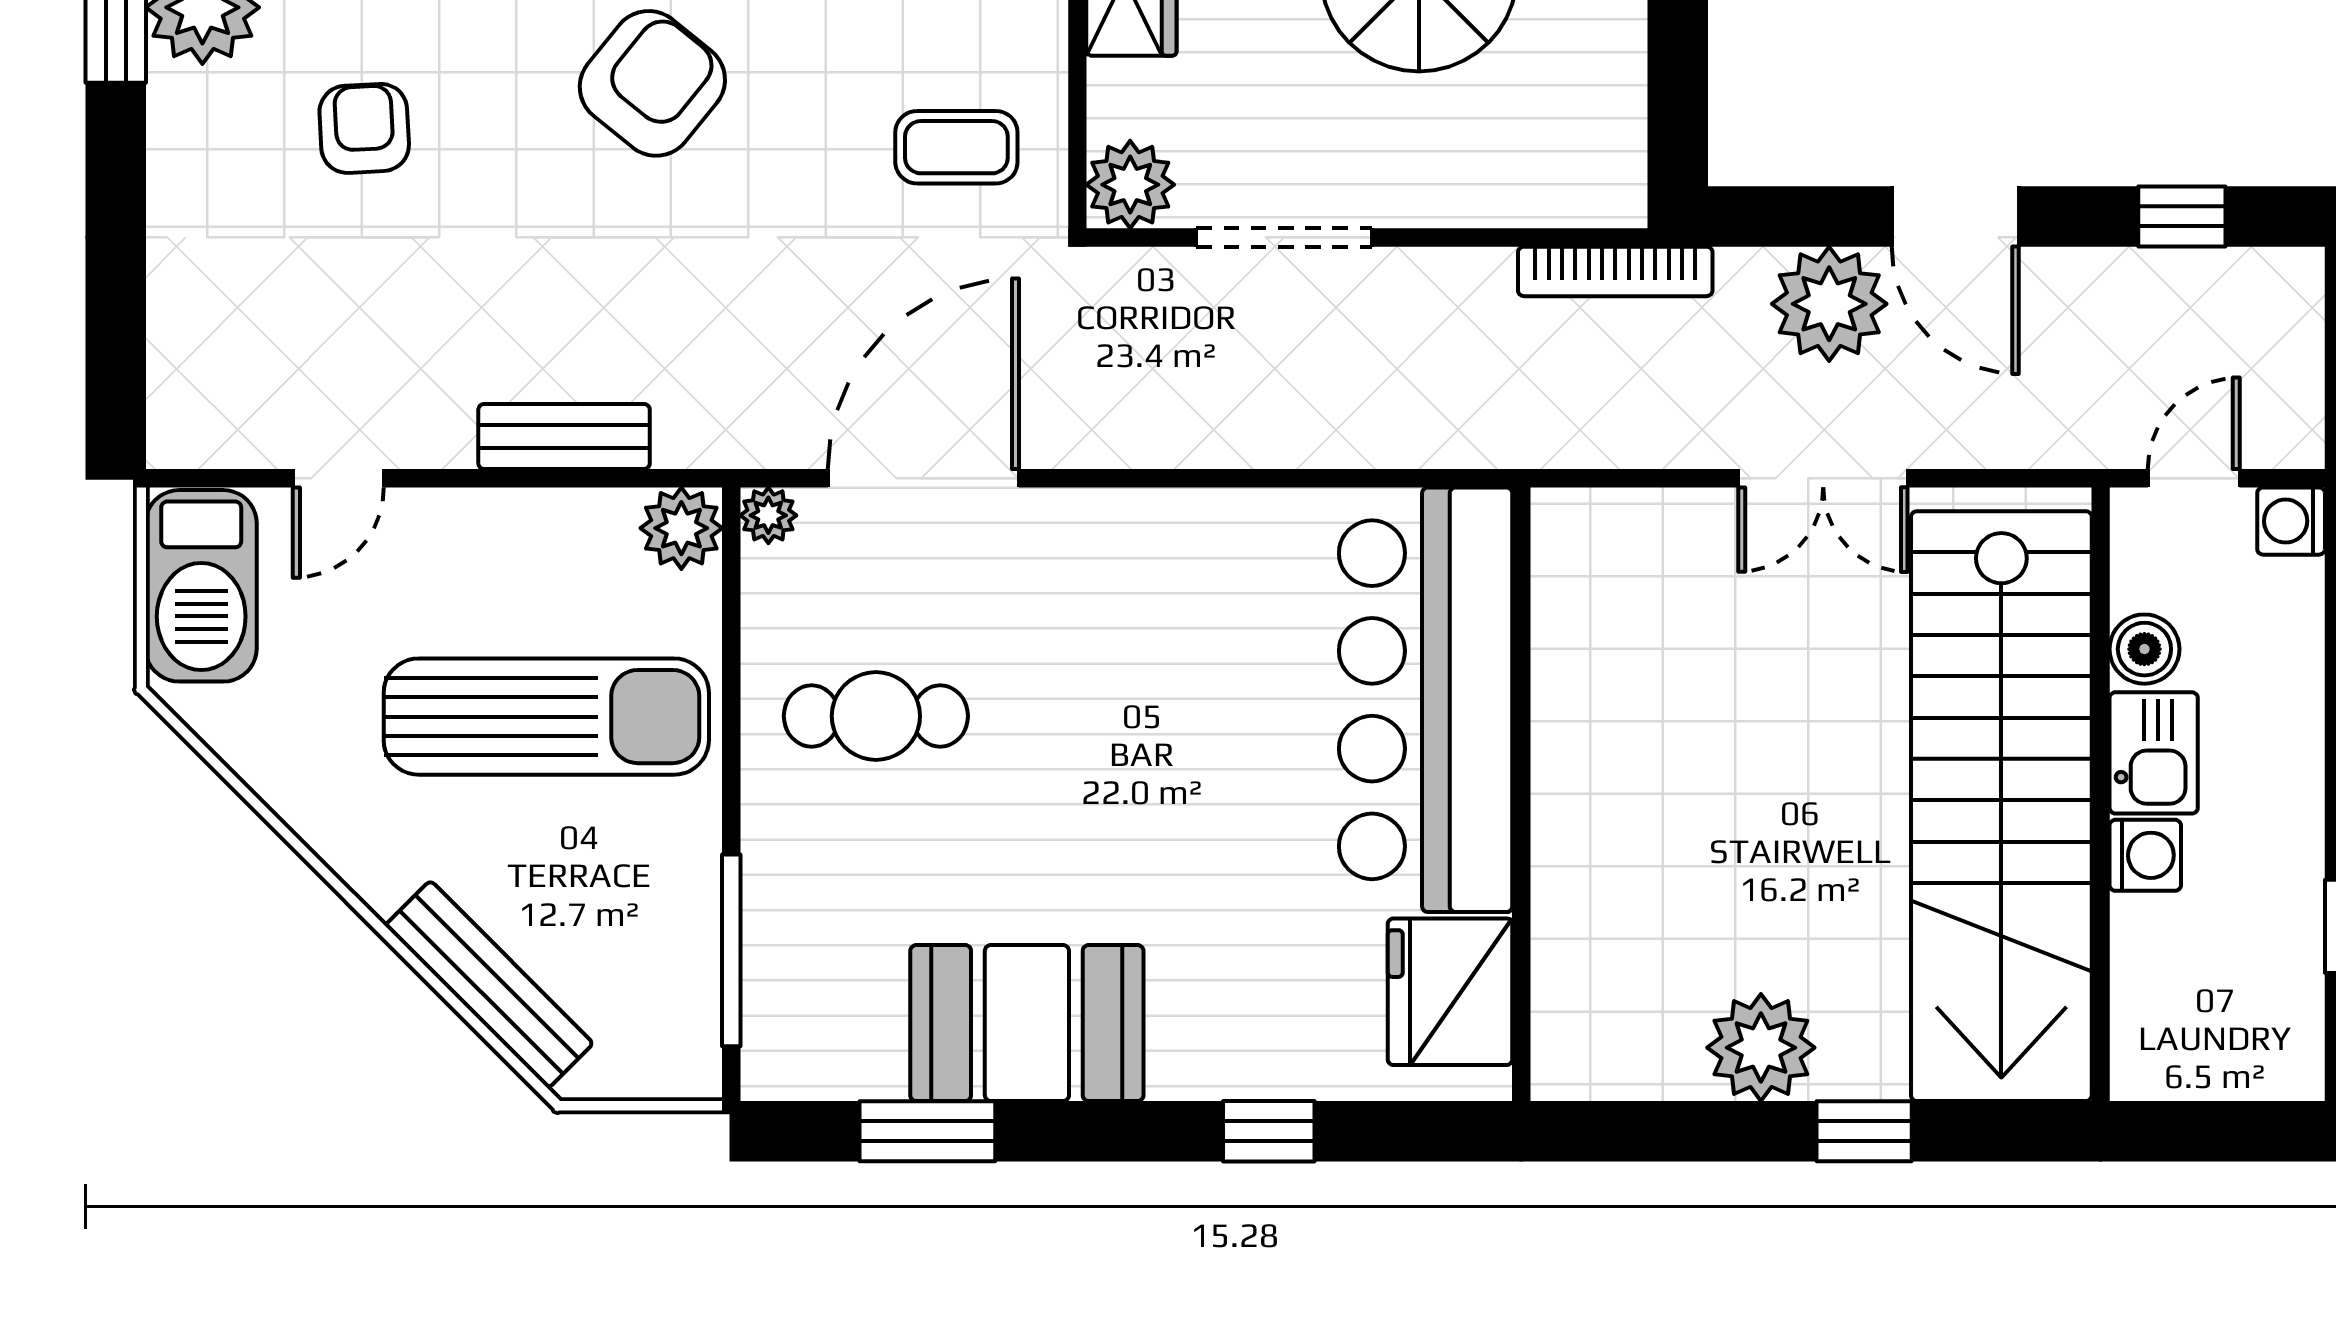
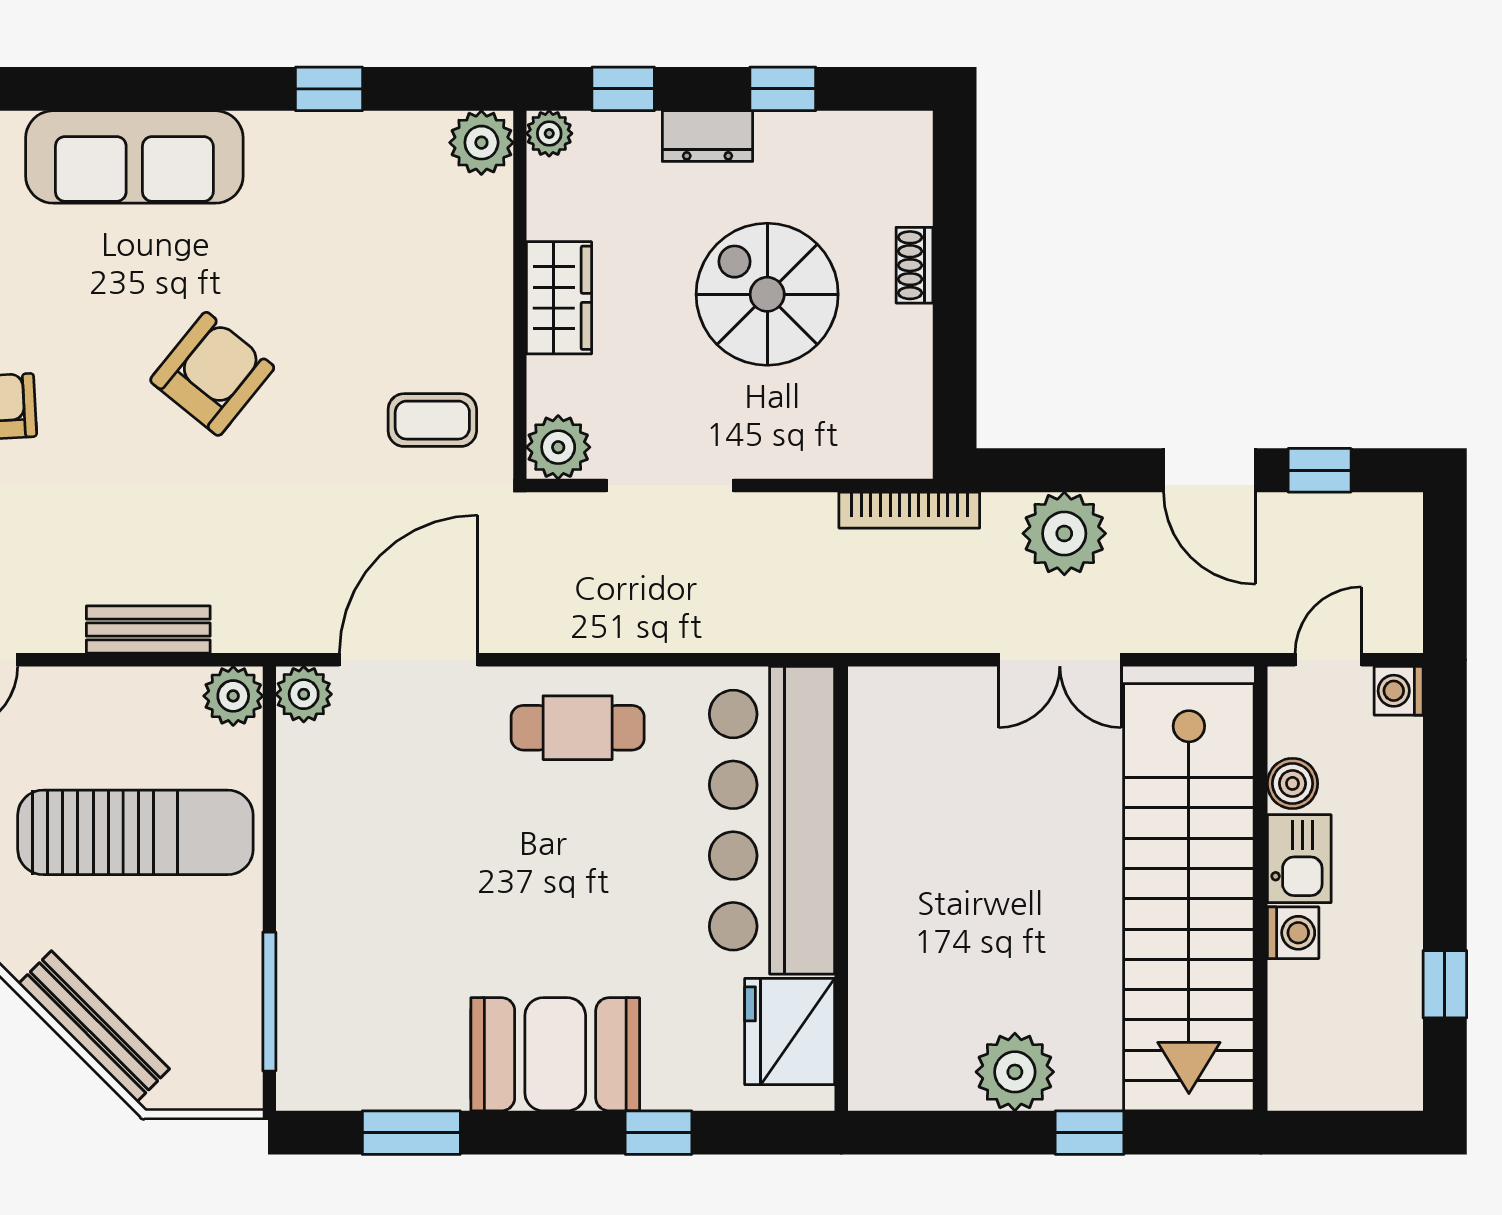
door: (1955, 216) -> (1210, 470), moved
plant: (768, 515) -> (304, 694), width x1.38, depth x1.38
cafe table: (876, 716) -> (578, 728), moved
booth: (1027, 1023) -> (555, 1054), moved

